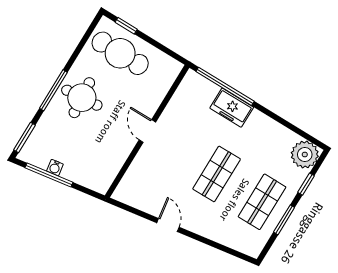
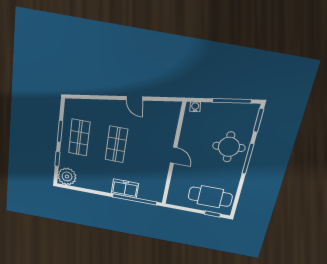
round table: (82, 98) -> (229, 147), moved
water cooler: (55, 168) -> (195, 107), moved

